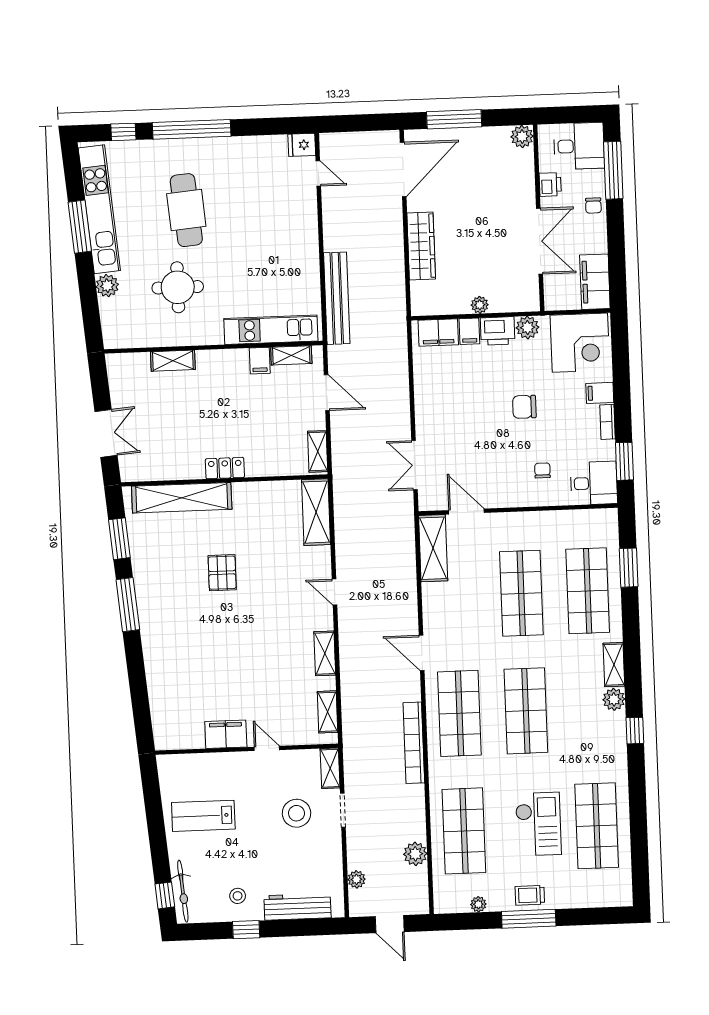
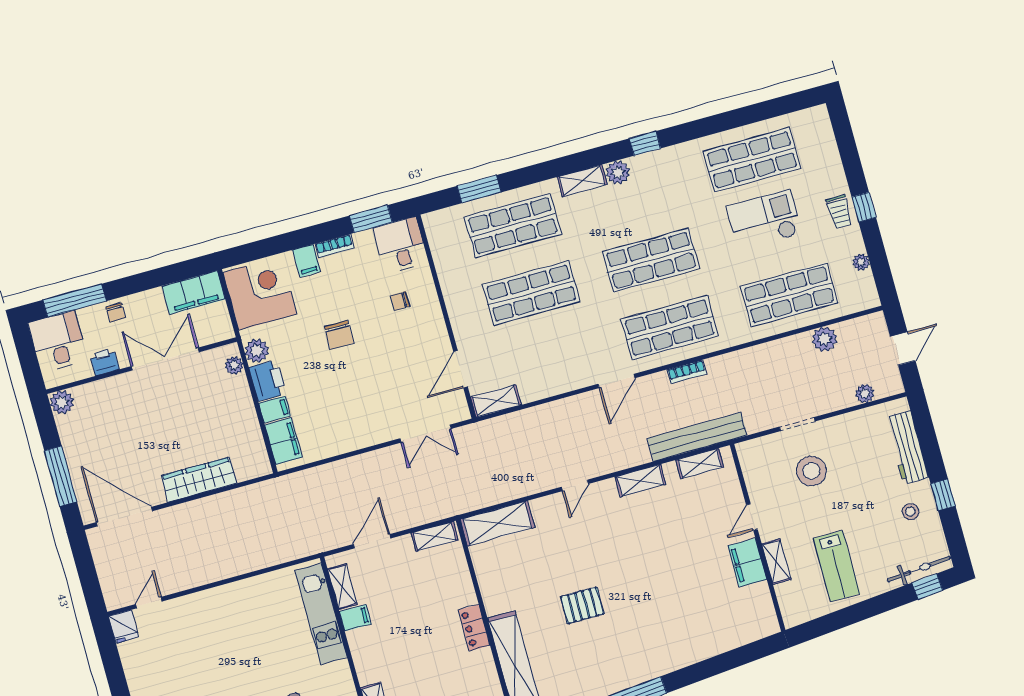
chair: (593, 206) -> (116, 312), turned 90
bench: (337, 298) -> (697, 437), moved
plant: (480, 305) -> (234, 365), moved
shelving: (433, 548) -> (496, 401), width x0.67, depth x0.75
bookcase: (414, 743) -> (687, 372), width x0.43, depth x0.76
shelving: (330, 768) -> (776, 562), moved, turned 90
window: (529, 919) -> (864, 207), width x0.46

